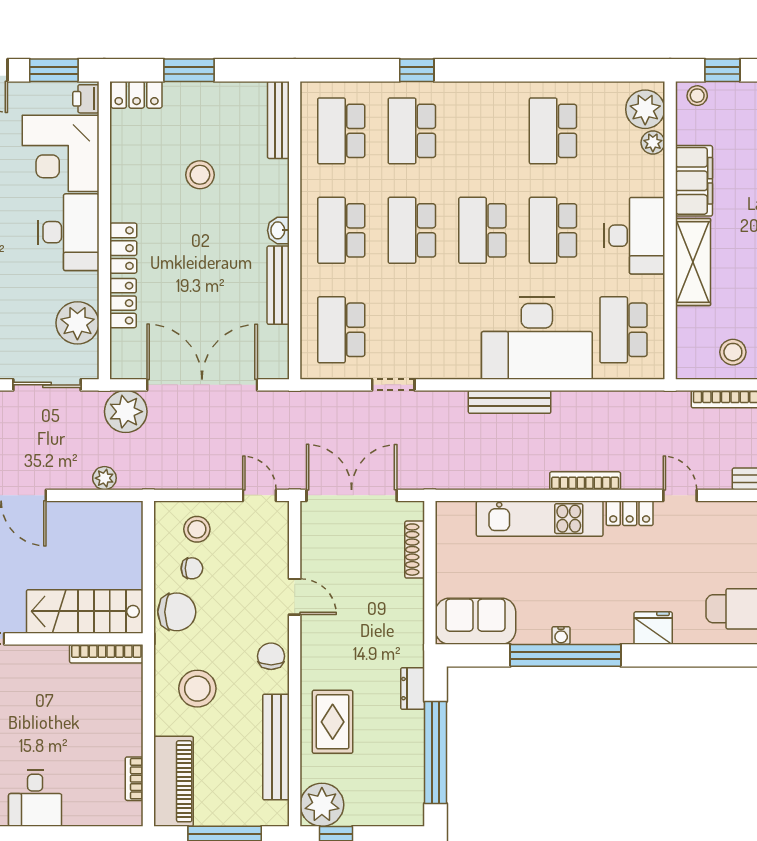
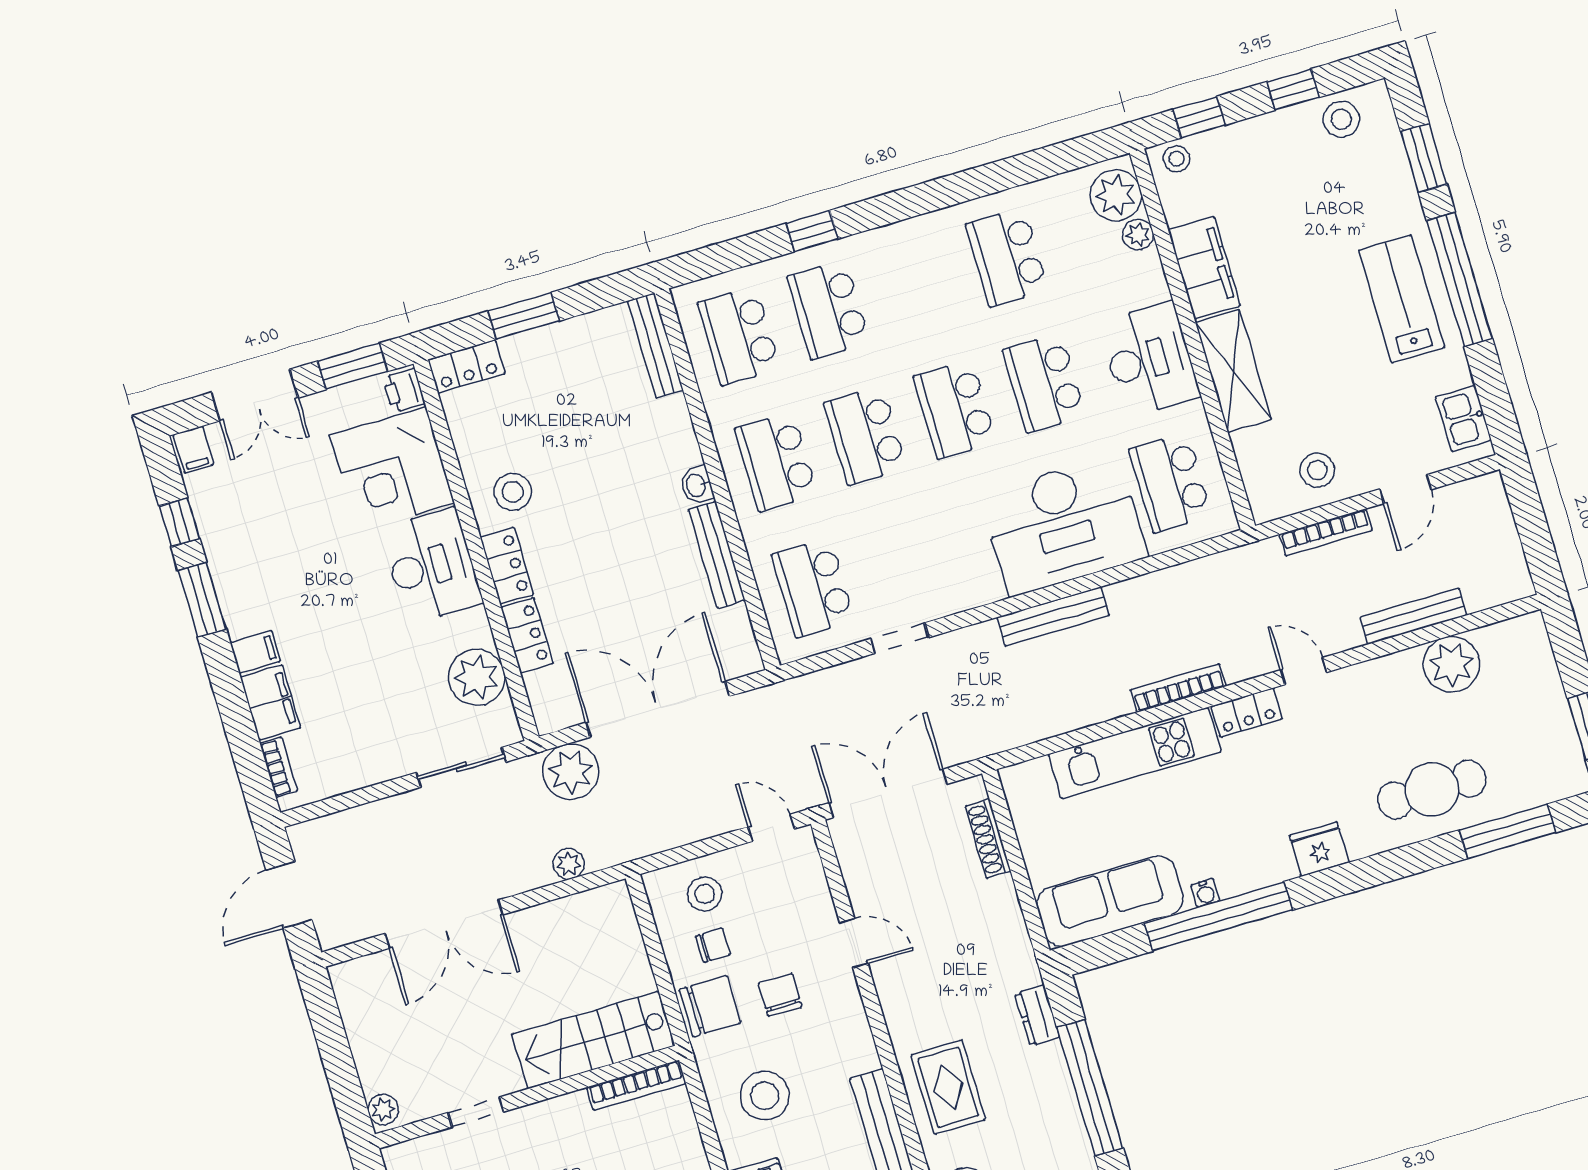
stool: (200, 175) -> (513, 492), moved
sofa: (475, 621) -> (1110, 901), width x1.36
chair: (271, 656) -> (780, 995), moved

